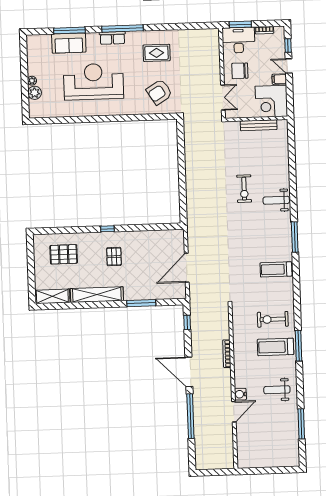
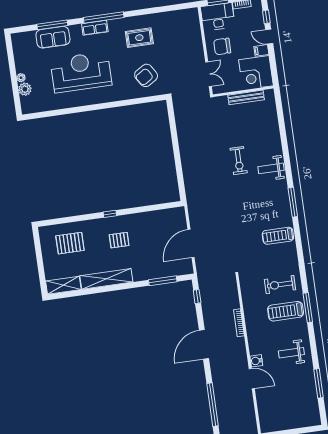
pallet: (114, 257) -> (119, 240), turned 90
window: (141, 303) -> (163, 281), moved
door: (189, 372) -> (204, 344), hinge flipped
door: (234, 412) -> (252, 379), hinge flipped
window: (190, 416) -> (212, 405), moved

